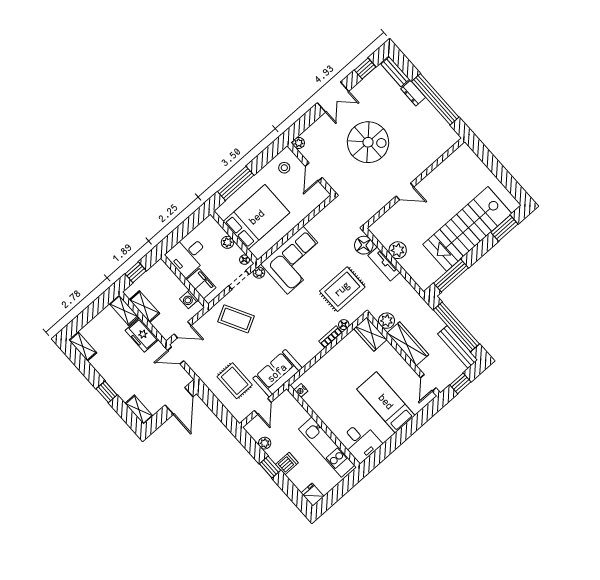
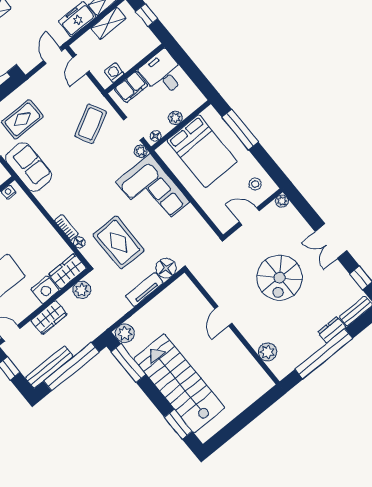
plant: (436, 150) -> (267, 352), added
plant: (398, 250) -> (125, 333), moved
wardrobe: (408, 344) -> (49, 317), width x0.67
nightstand: (388, 354) -> (45, 290), added

